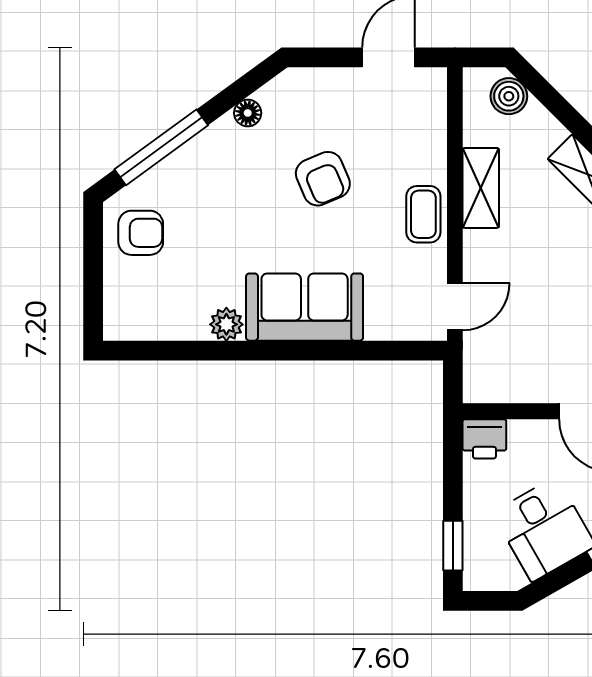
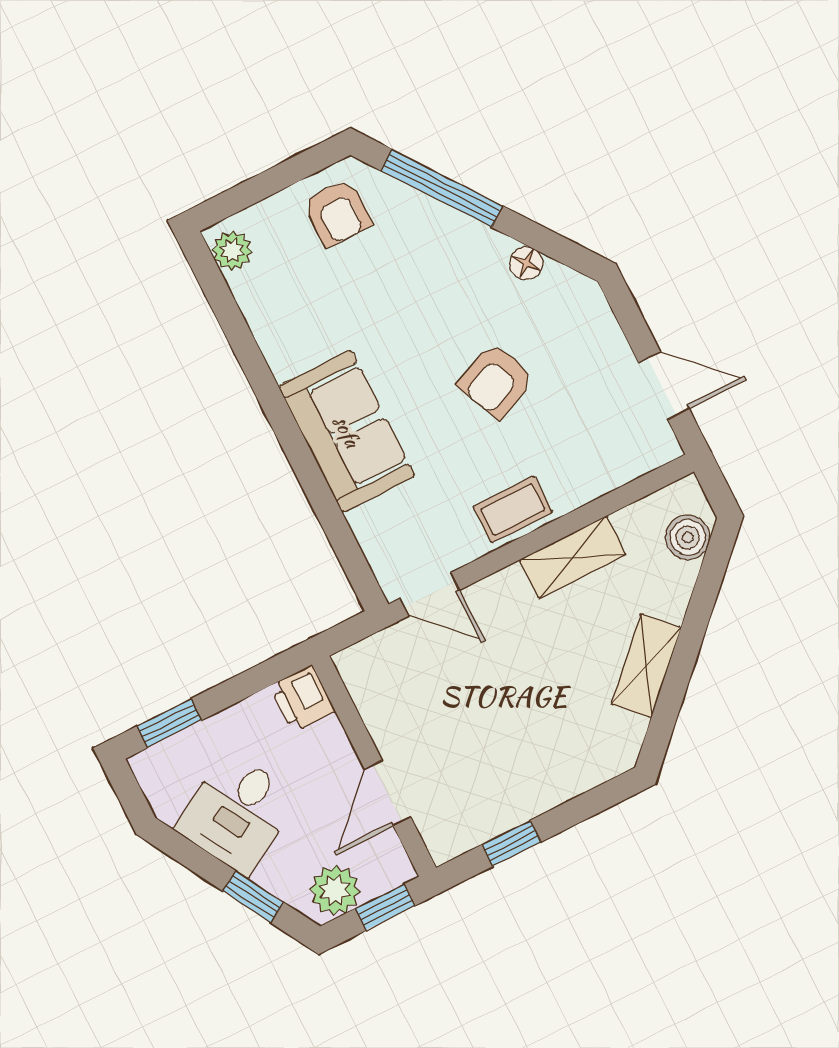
plant: (226, 324) -> (232, 251), moved

